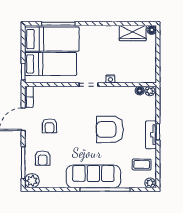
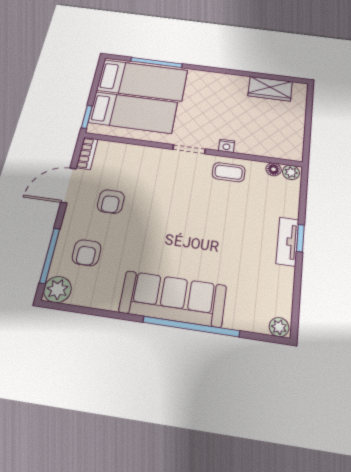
floor lamp: (152, 30) -> (300, 89), removed
armchair: (110, 129) -> (215, 222), removed
coffee table: (142, 165) -> (229, 172), moved

